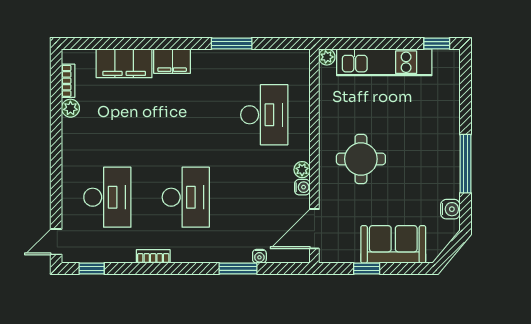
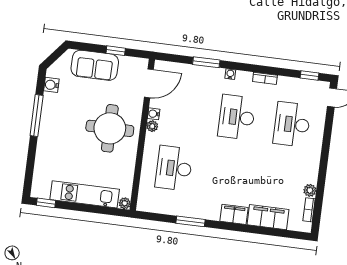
round table: (361, 159) -> (110, 128), width x1.36, depth x1.36
water cooler: (259, 256) -> (230, 74), moved

